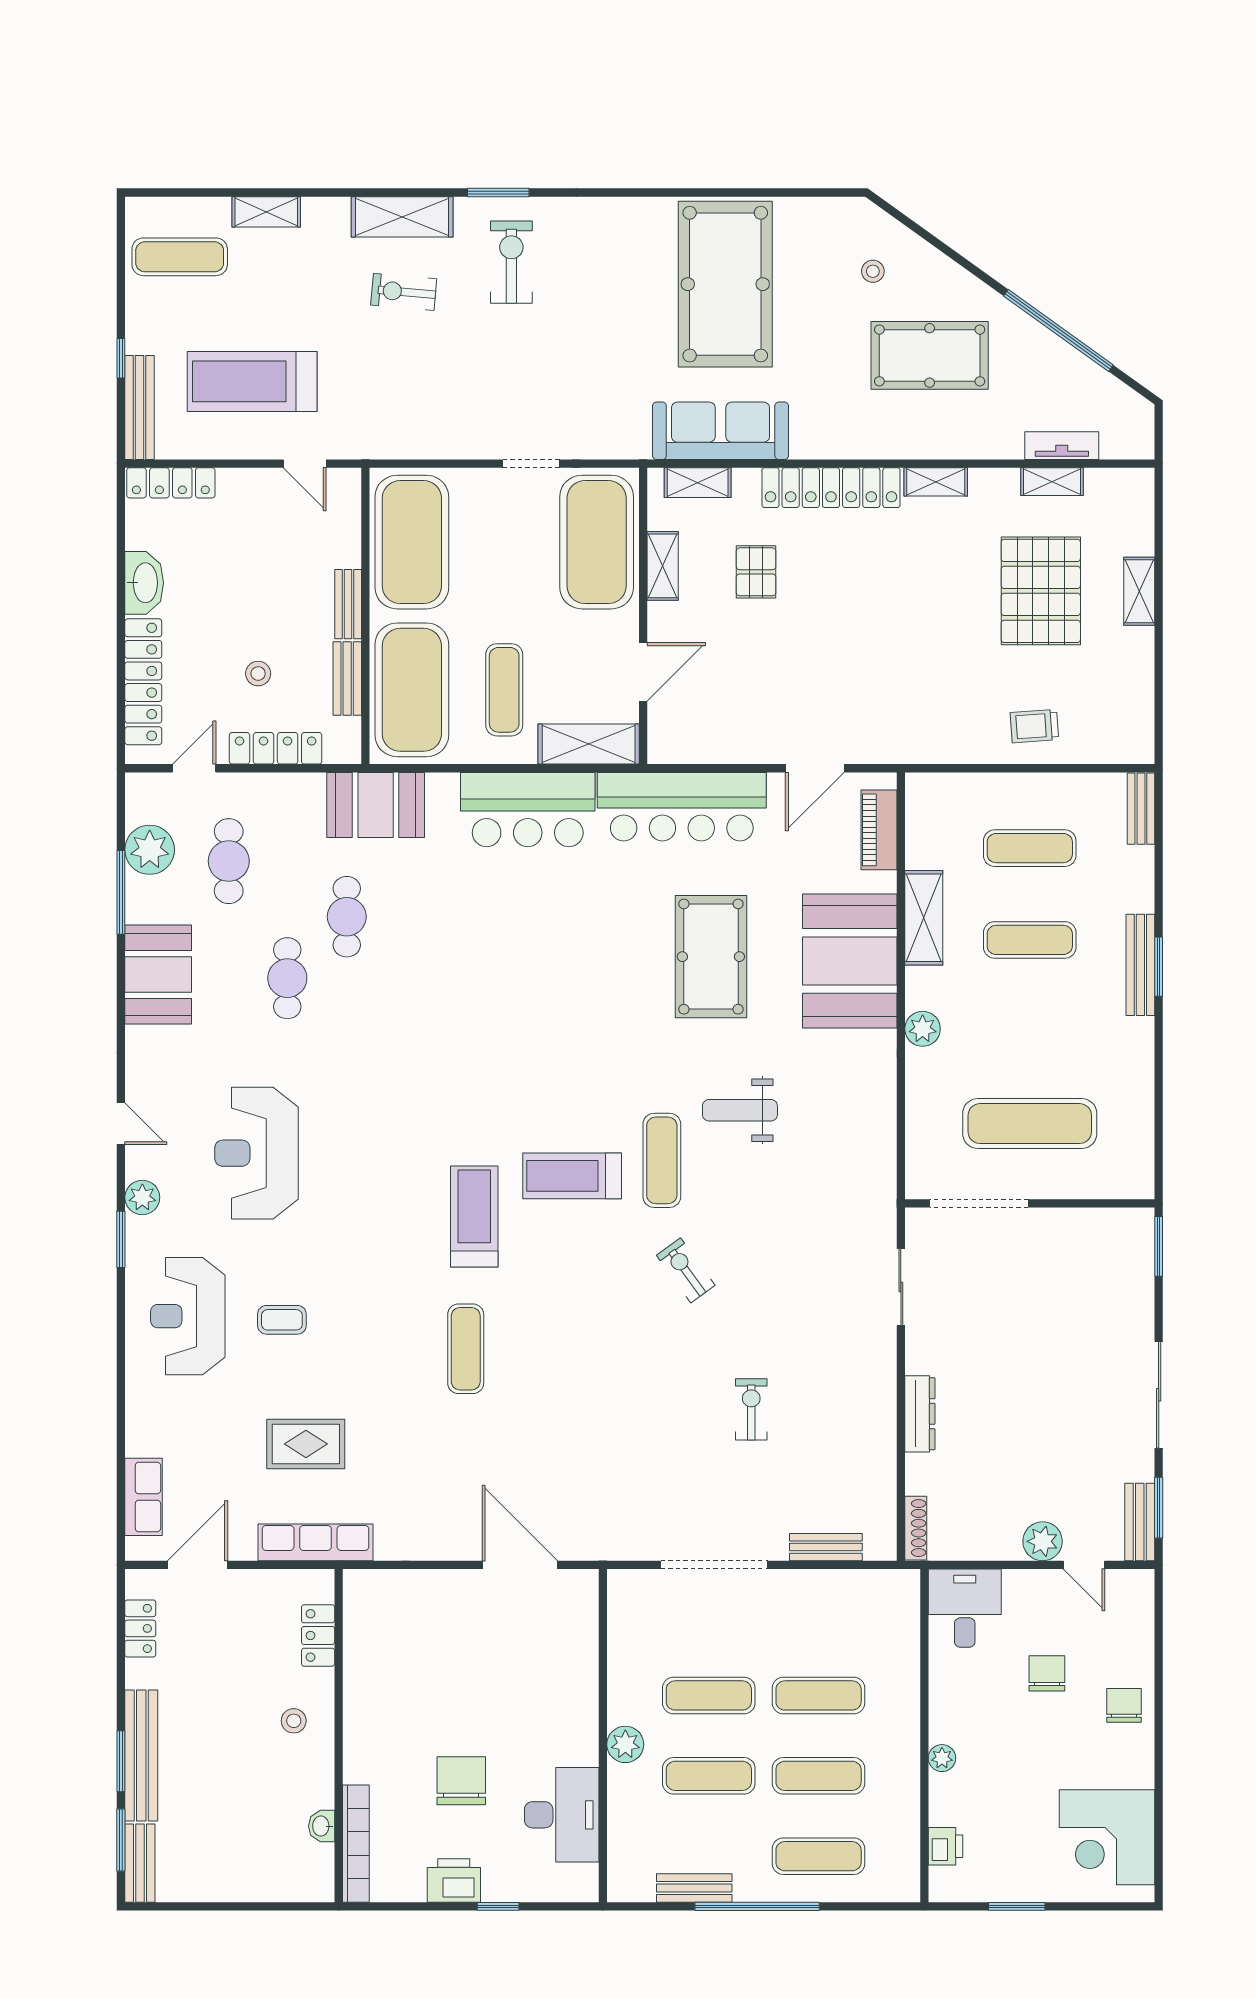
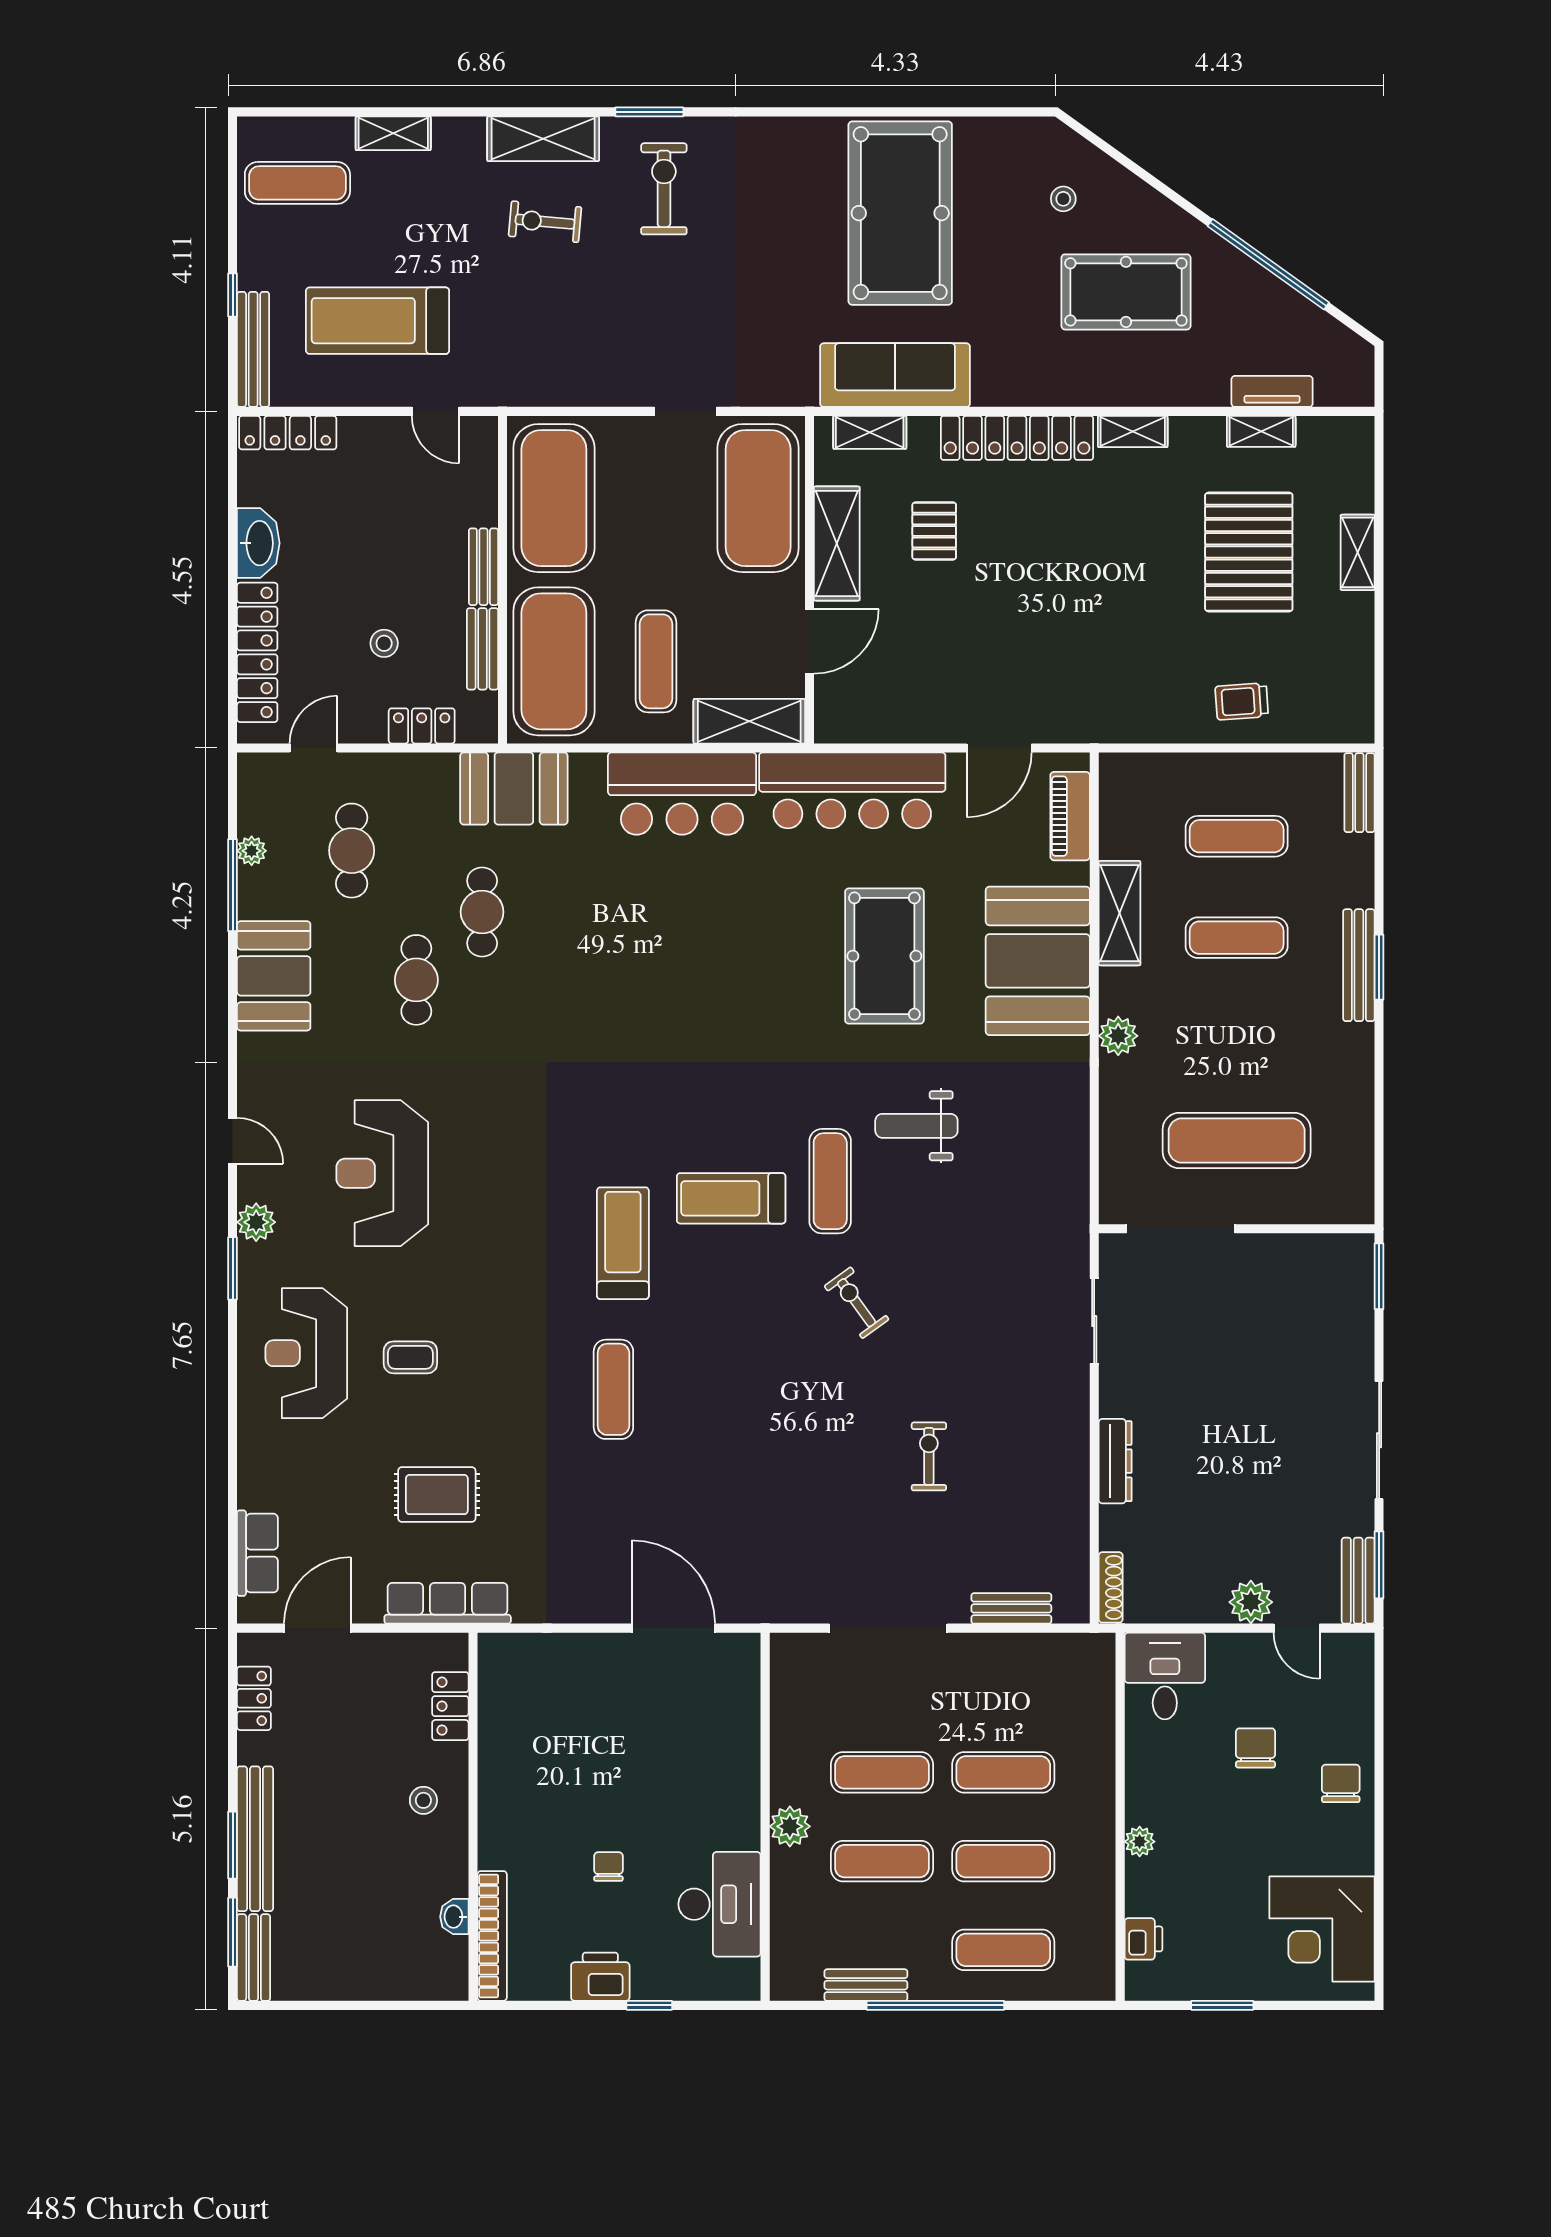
shelving: (663, 566) -> (837, 544), width x1.50, depth x1.33
locker: (276, 748) -> (422, 726), width x0.66
plant: (150, 850) -> (252, 851), width x0.53, depth x0.53
chair: (461, 1781) -> (608, 1867), width x0.54, depth x0.54

